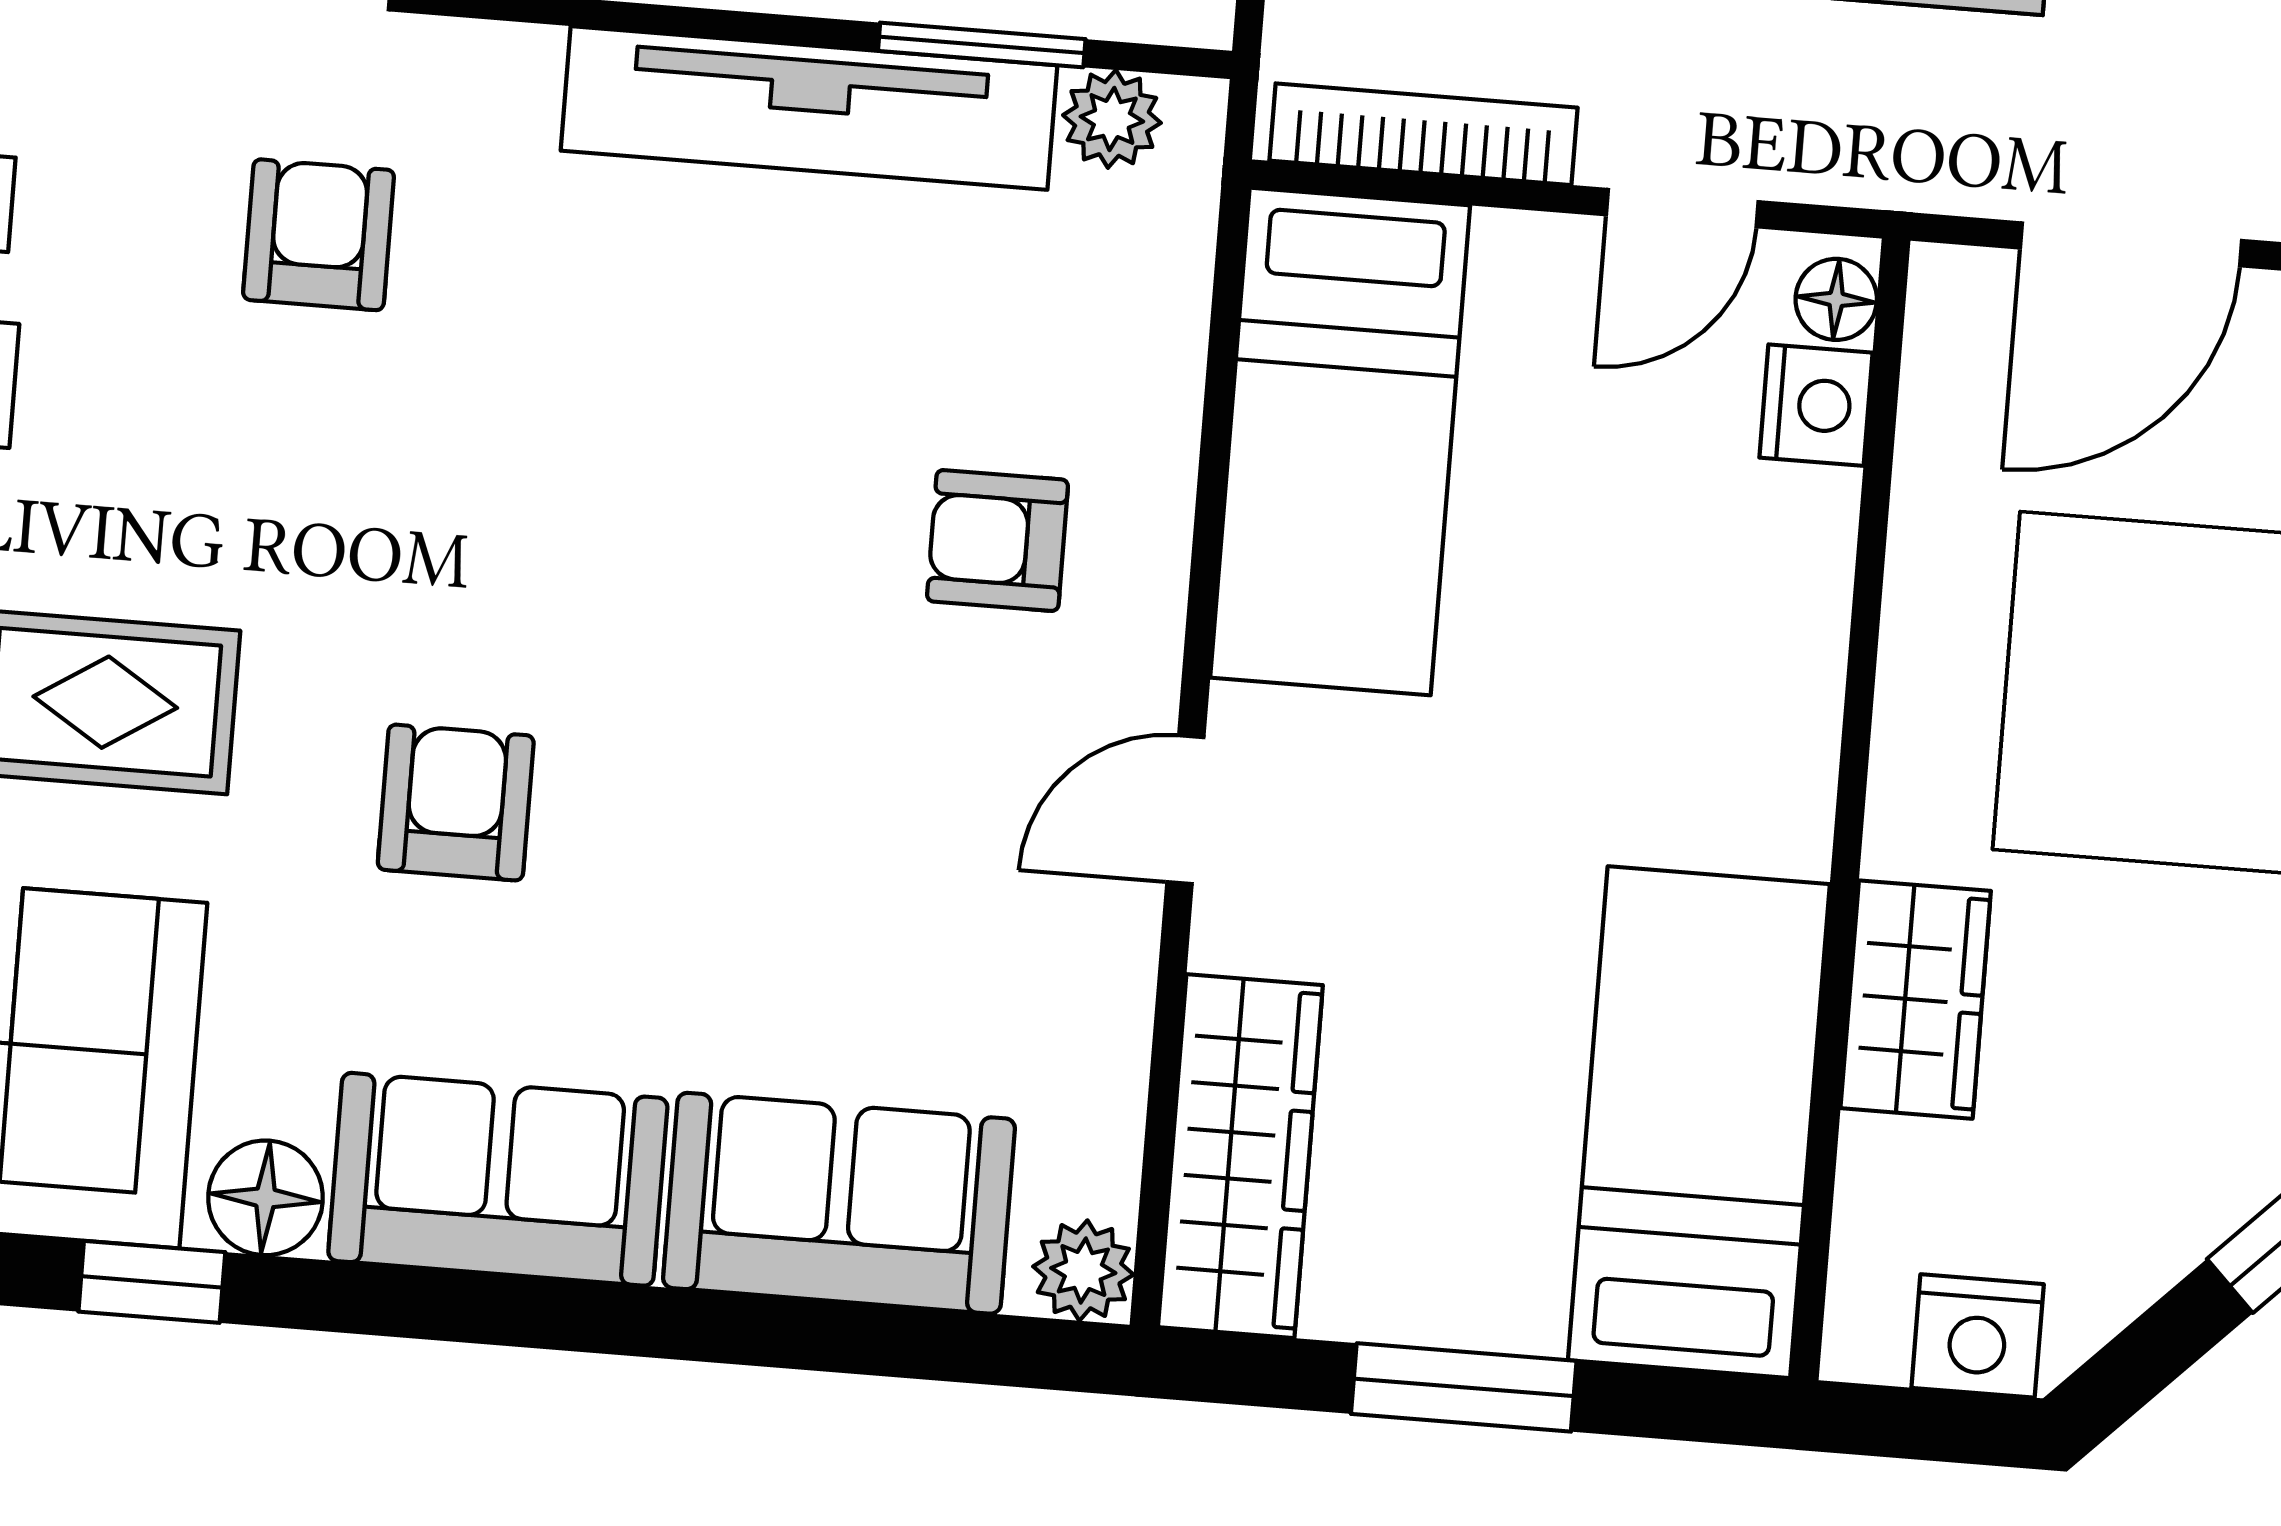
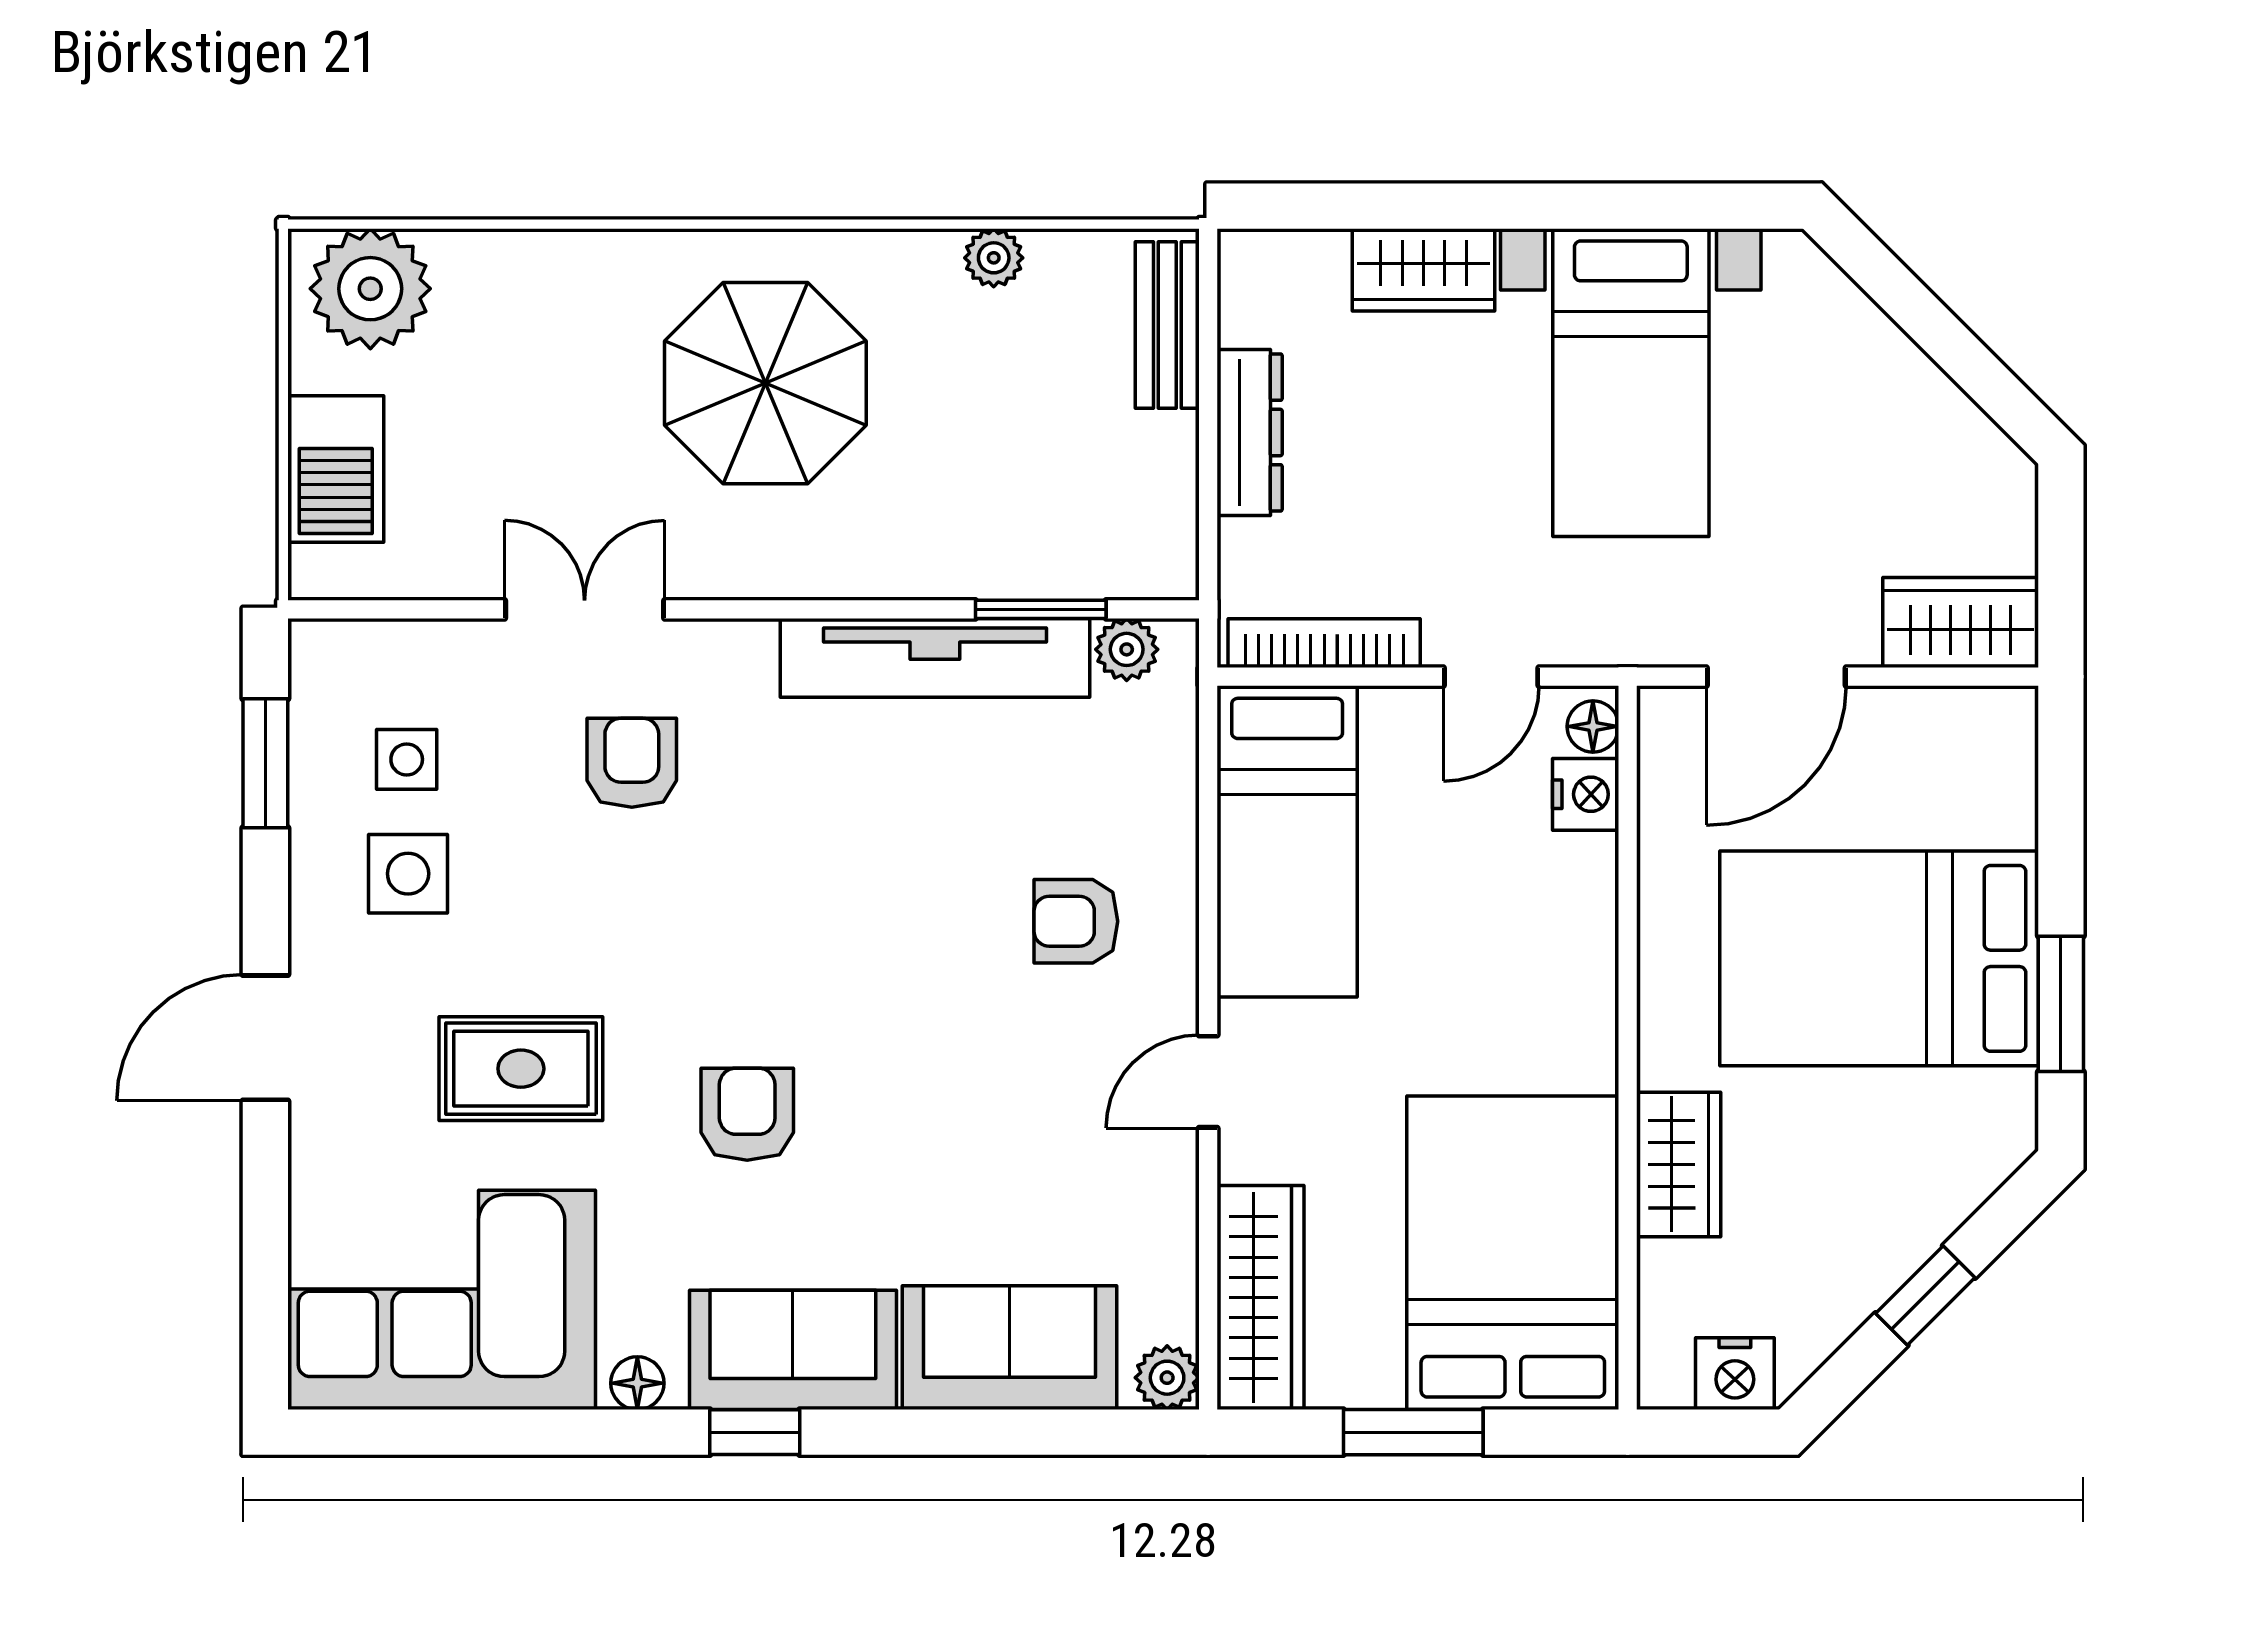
bed: (1699, 1122) -> (1513, 1253), width x1.50
floor lamp: (266, 1198) -> (637, 1383), width x0.73, depth x0.73
window: (152, 1282) -> (755, 1432), moved

